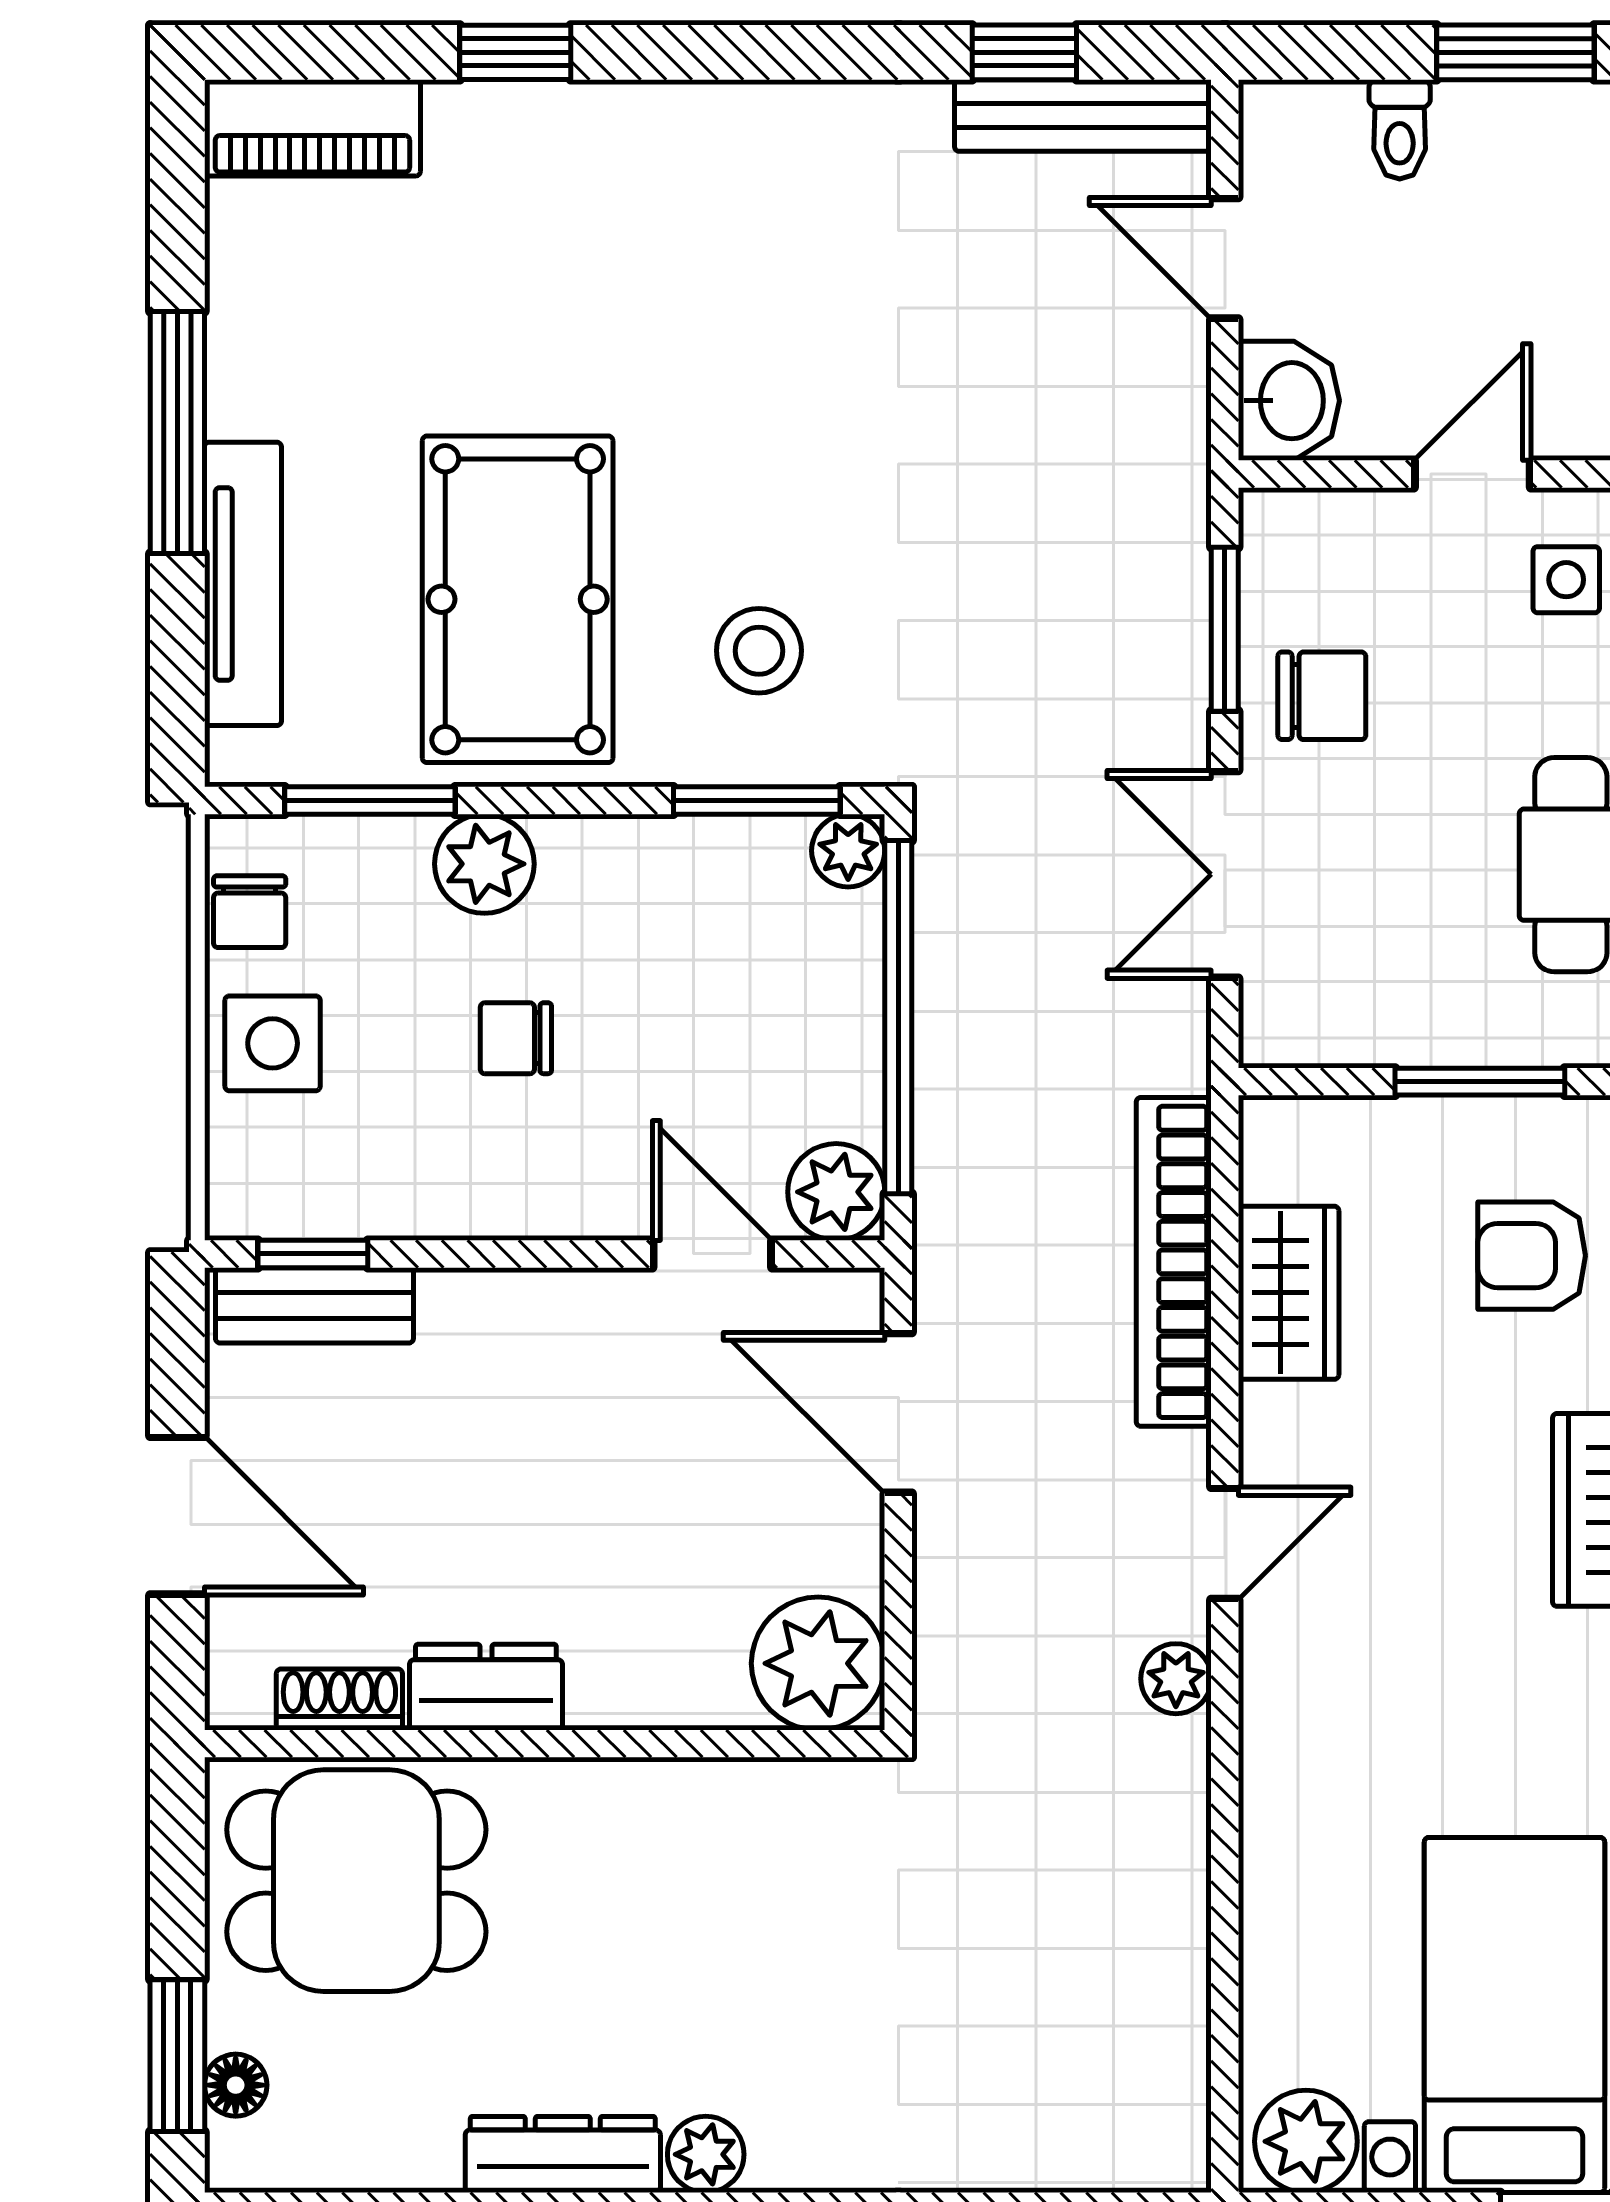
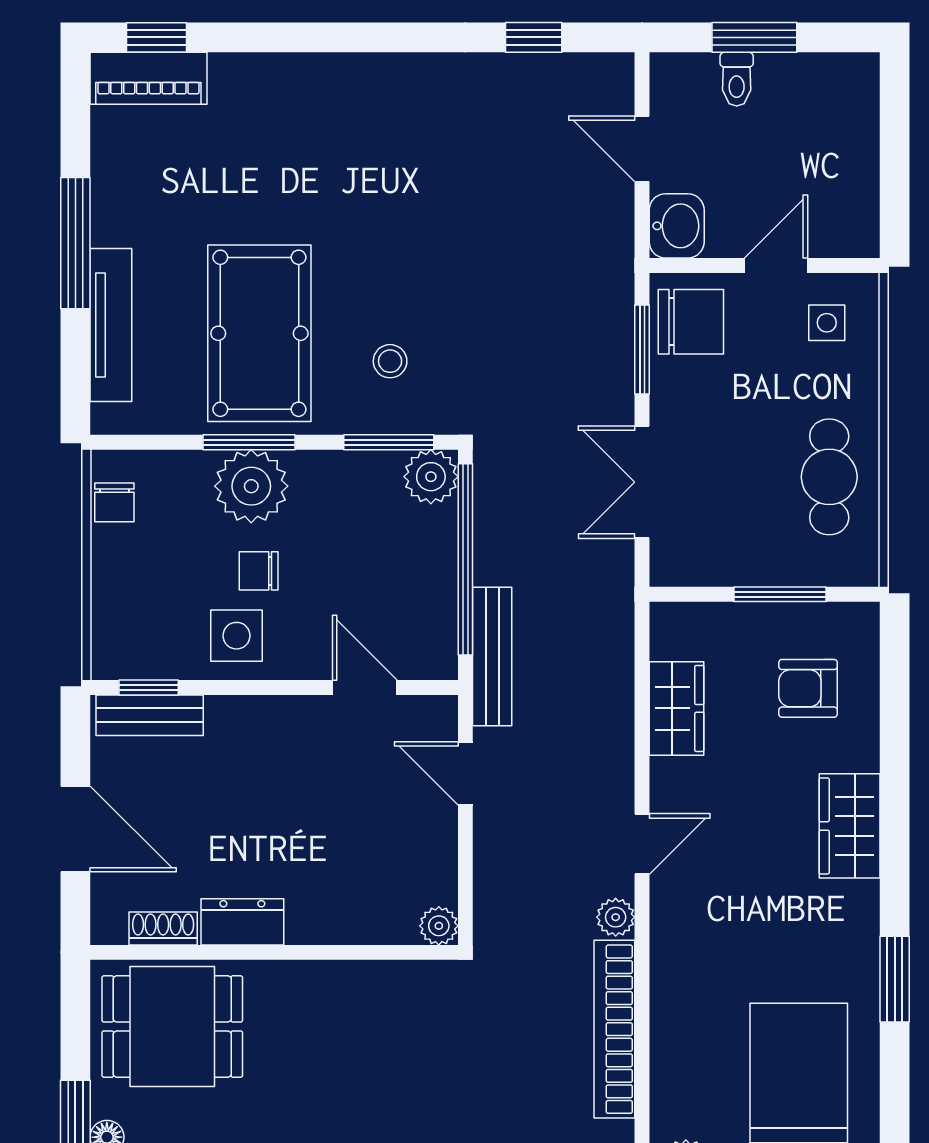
window: (515, 52) -> (157, 37), moved
window: (1515, 52) -> (754, 37), moved
bench: (1083, 115) -> (492, 657), moved, turned 90
stool: (759, 651) -> (390, 361), width x0.73, depth x0.73
chair: (1322, 696) -> (691, 322), moved, width x1.37, depth x1.37
window: (370, 800) -> (249, 442), moved
plant: (848, 851) -> (431, 477), width x1.38, depth x1.38
plant: (484, 864) -> (251, 486), width x1.36, depth x1.36
side table: (273, 1043) -> (236, 636), moved
plant: (836, 1192) -> (432, 654), removed
bookcase: (1174, 1262) -> (614, 1029), moved
door: (898, 1413) -> (465, 773), width x0.73
plant: (818, 1663) -> (439, 926), width x0.53, depth x0.53

